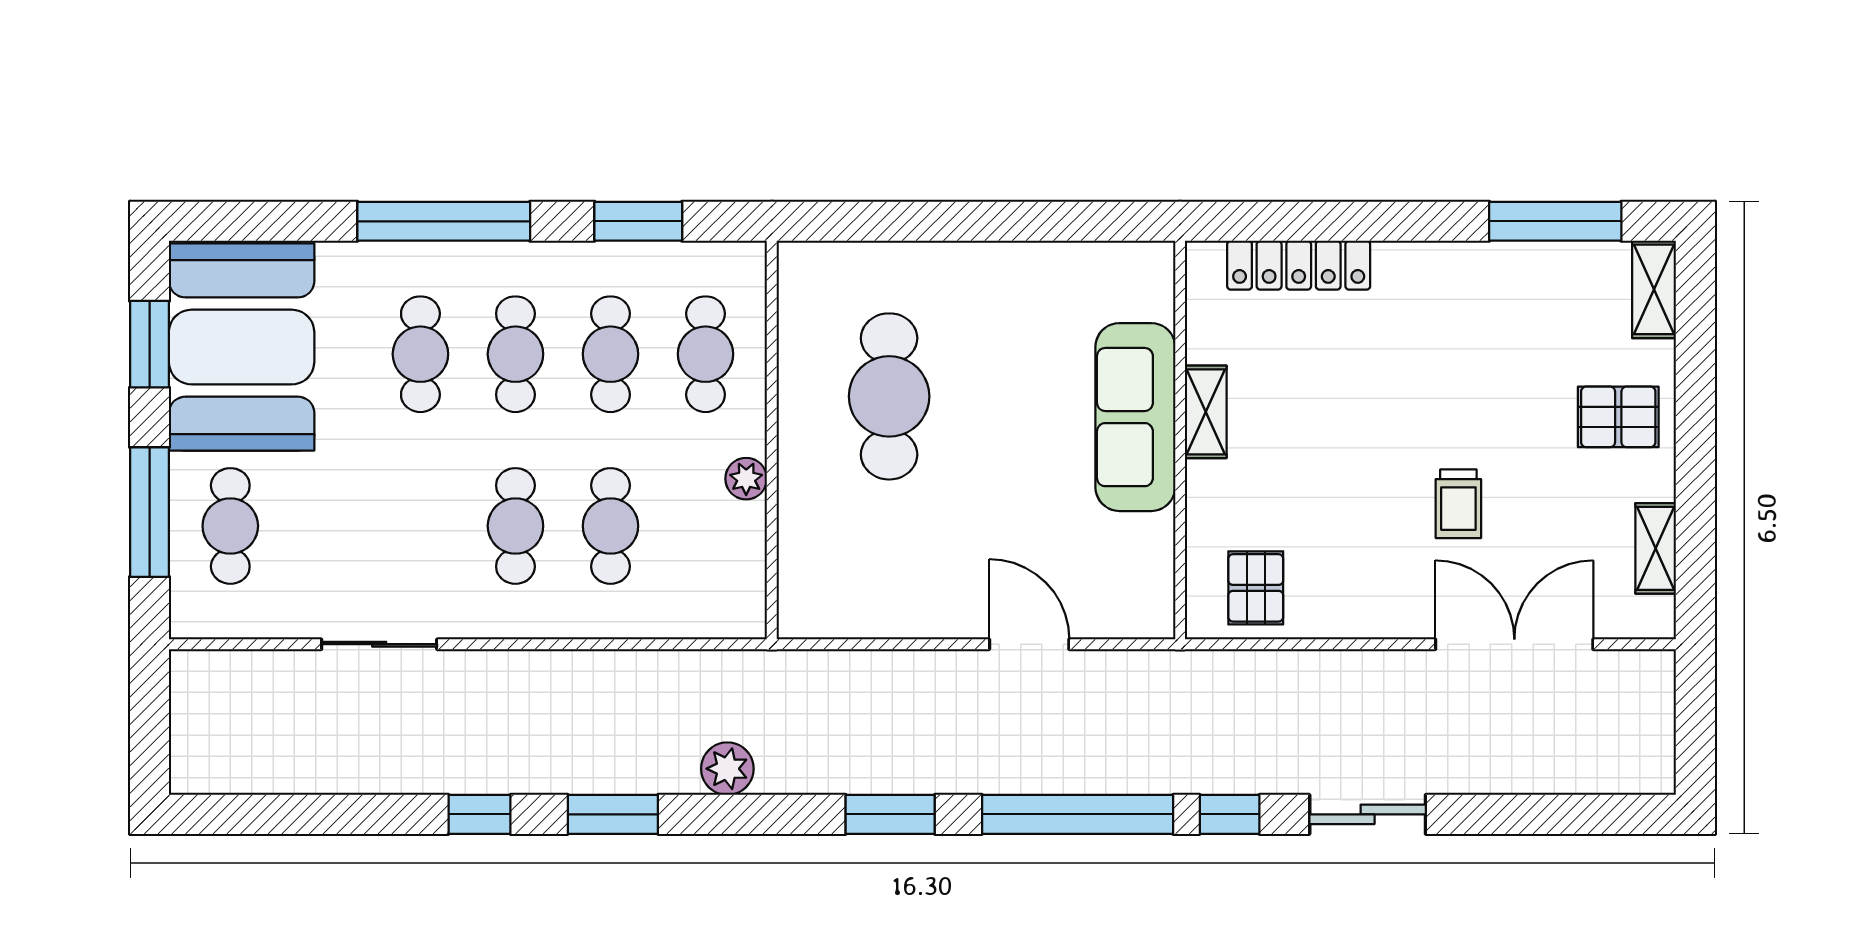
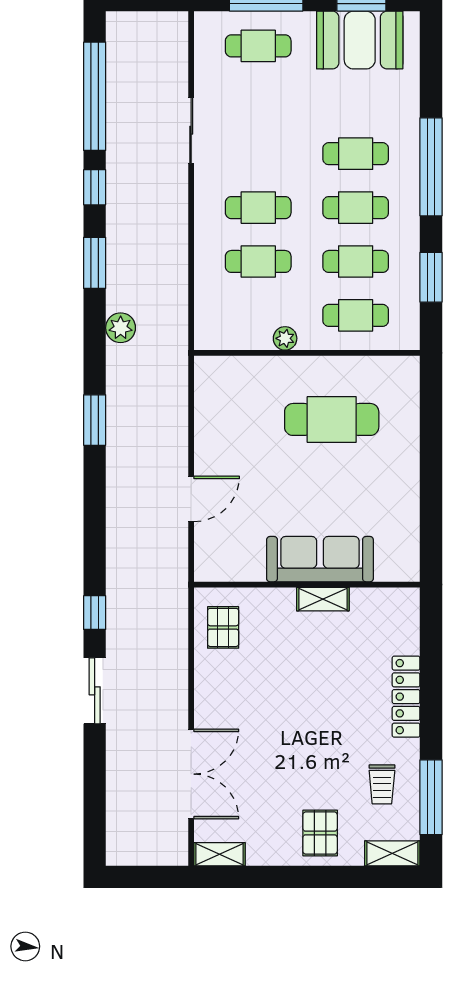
locker: (1299, 265) -> (406, 697), moved
booth: (242, 347) -> (360, 40), width x0.73, depth x0.70
trolley: (1458, 504) -> (382, 784), moved, turned -90
shelving: (1656, 548) -> (220, 854), moved
pallet: (1256, 588) -> (223, 627), turned 90
window: (1078, 814) -> (95, 96), moved

